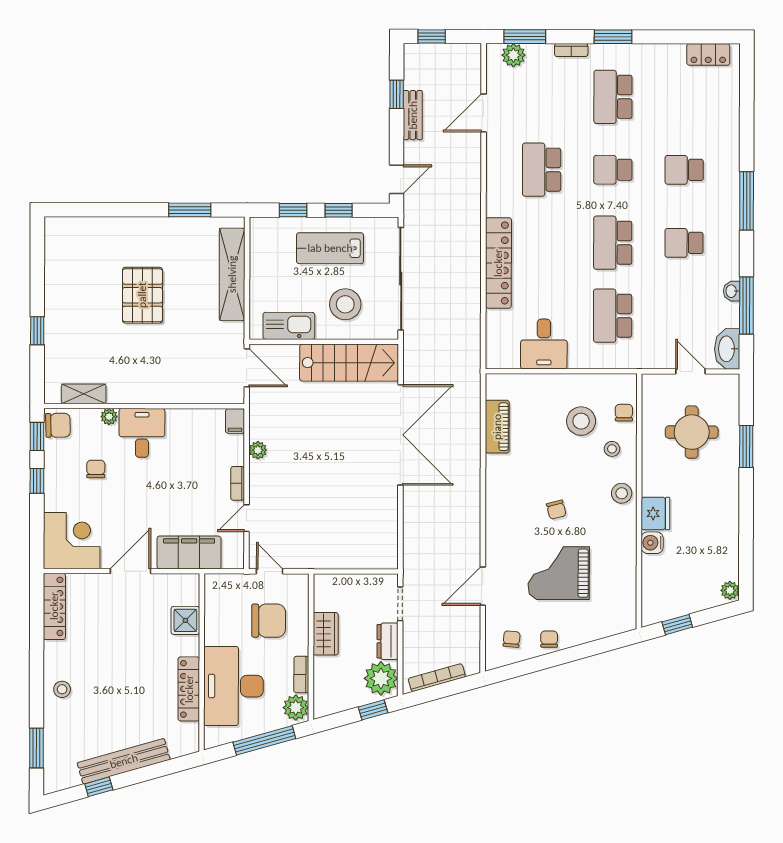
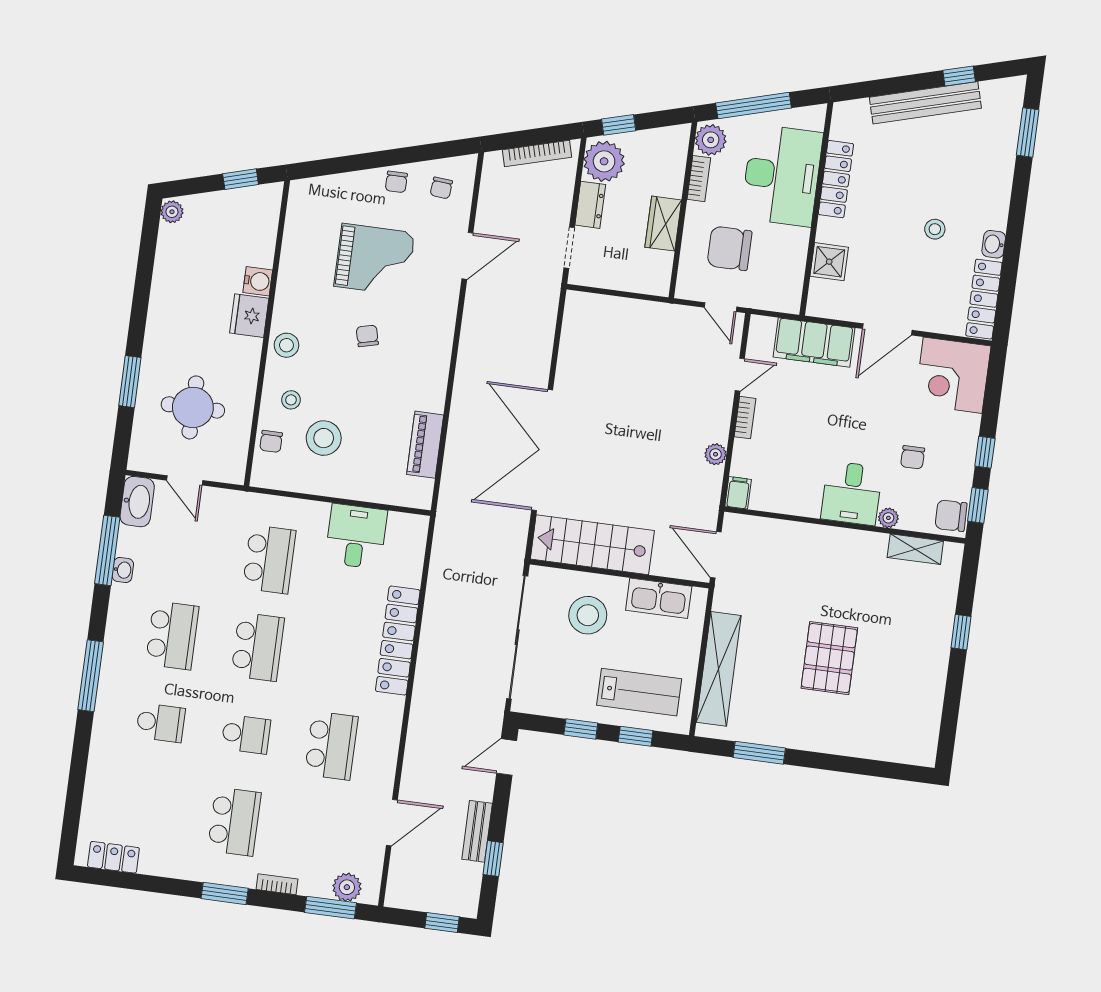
school desk: (684, 243) -> (172, 635), width x1.85
lab bench: (330, 248) -> (639, 692), moved
washbasin: (52, 653) -> (994, 244), added
stool: (62, 689) -> (935, 229), moved

